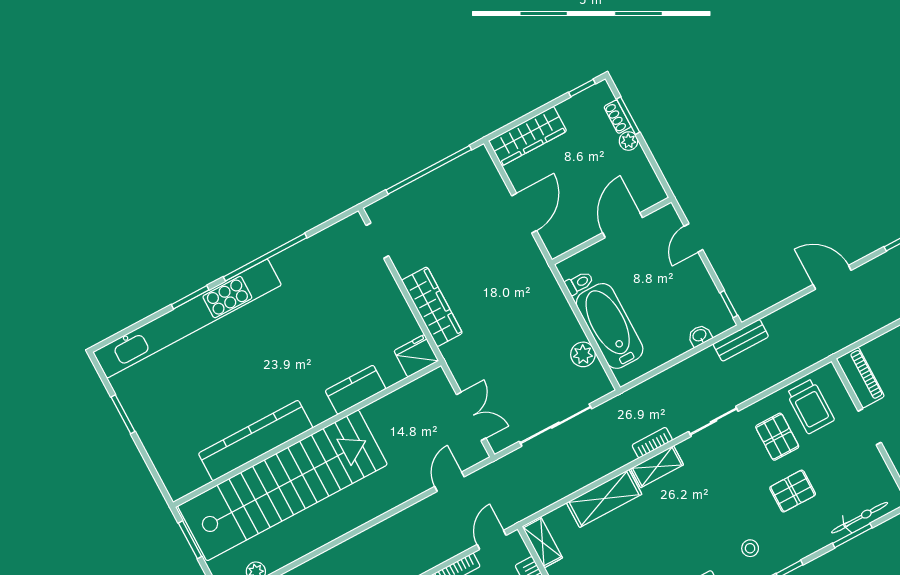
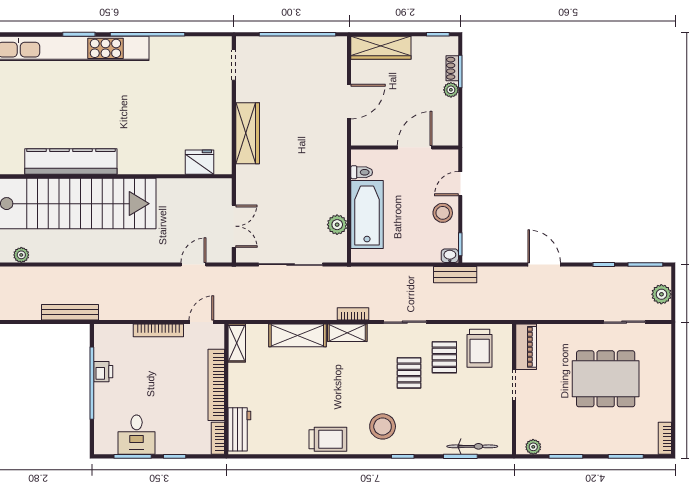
stool: (691, 280) -> (443, 213), added
washbasin: (700, 336) -> (450, 256), moved
fridge: (416, 356) -> (200, 162), moved
kitchen counter: (356, 390) -> (162, 163), removed
pallet: (793, 491) -> (409, 373), moved, turned 90
stool: (750, 548) -> (383, 426), width x1.89, depth x1.89

